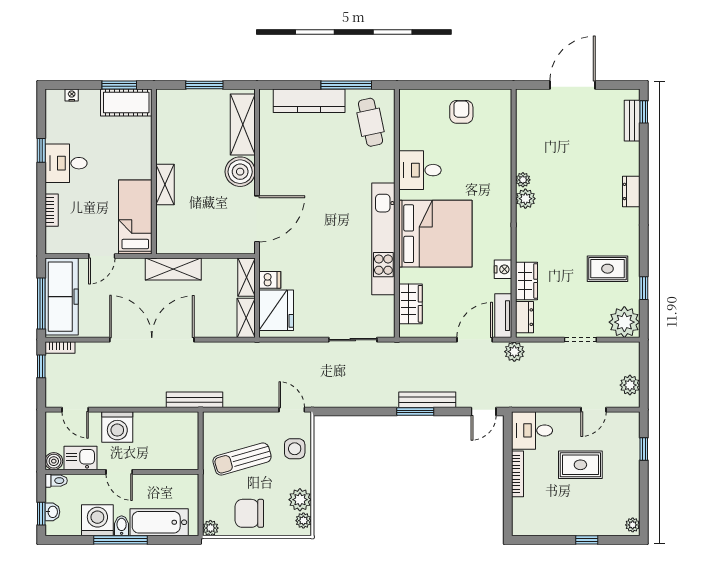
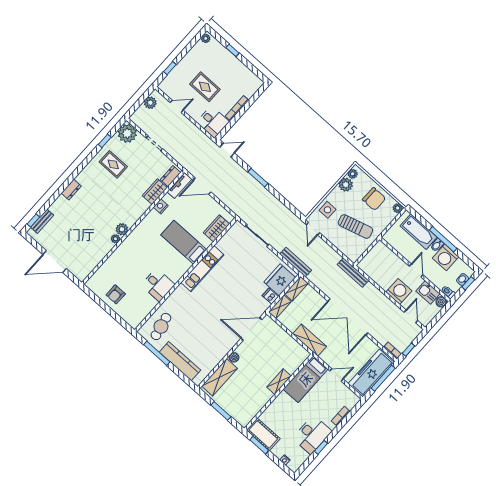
desk: (66, 163) -> (312, 435), width x1.37
boiler: (240, 172) -> (234, 357), width x0.54, depth x0.54
bed: (435, 234) -> (184, 242), width x0.49
kitchen unit: (383, 239) -> (202, 269), width x0.73
plant: (514, 352) -> (189, 165), removed
bench: (427, 400) -> (296, 262), moved

